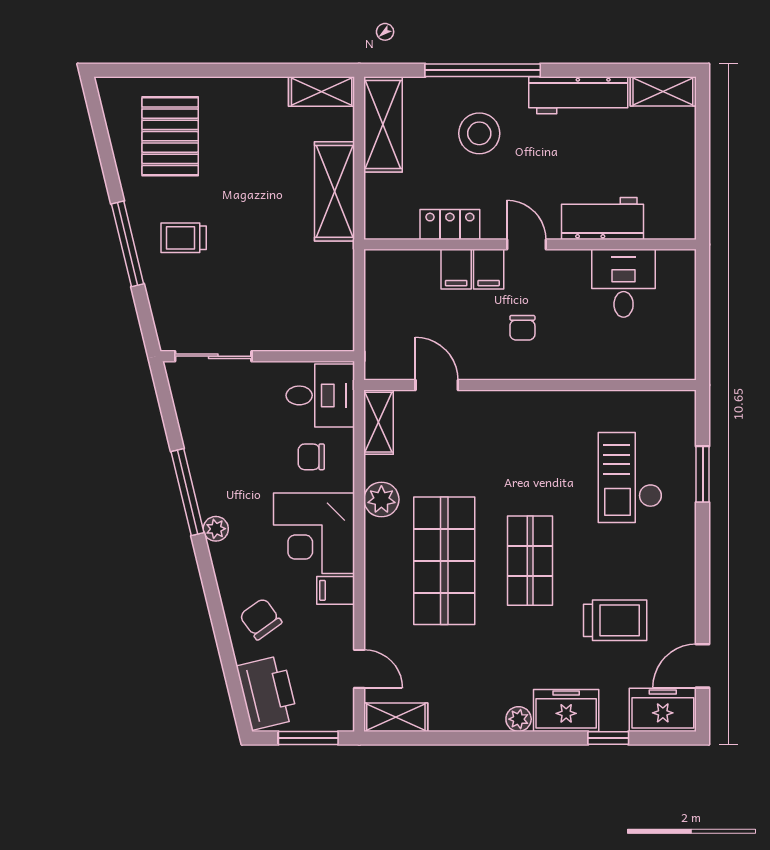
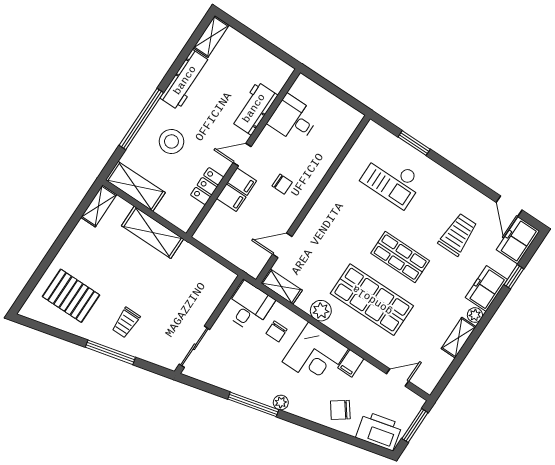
shelving: (396, 717) -> (459, 338), moved

